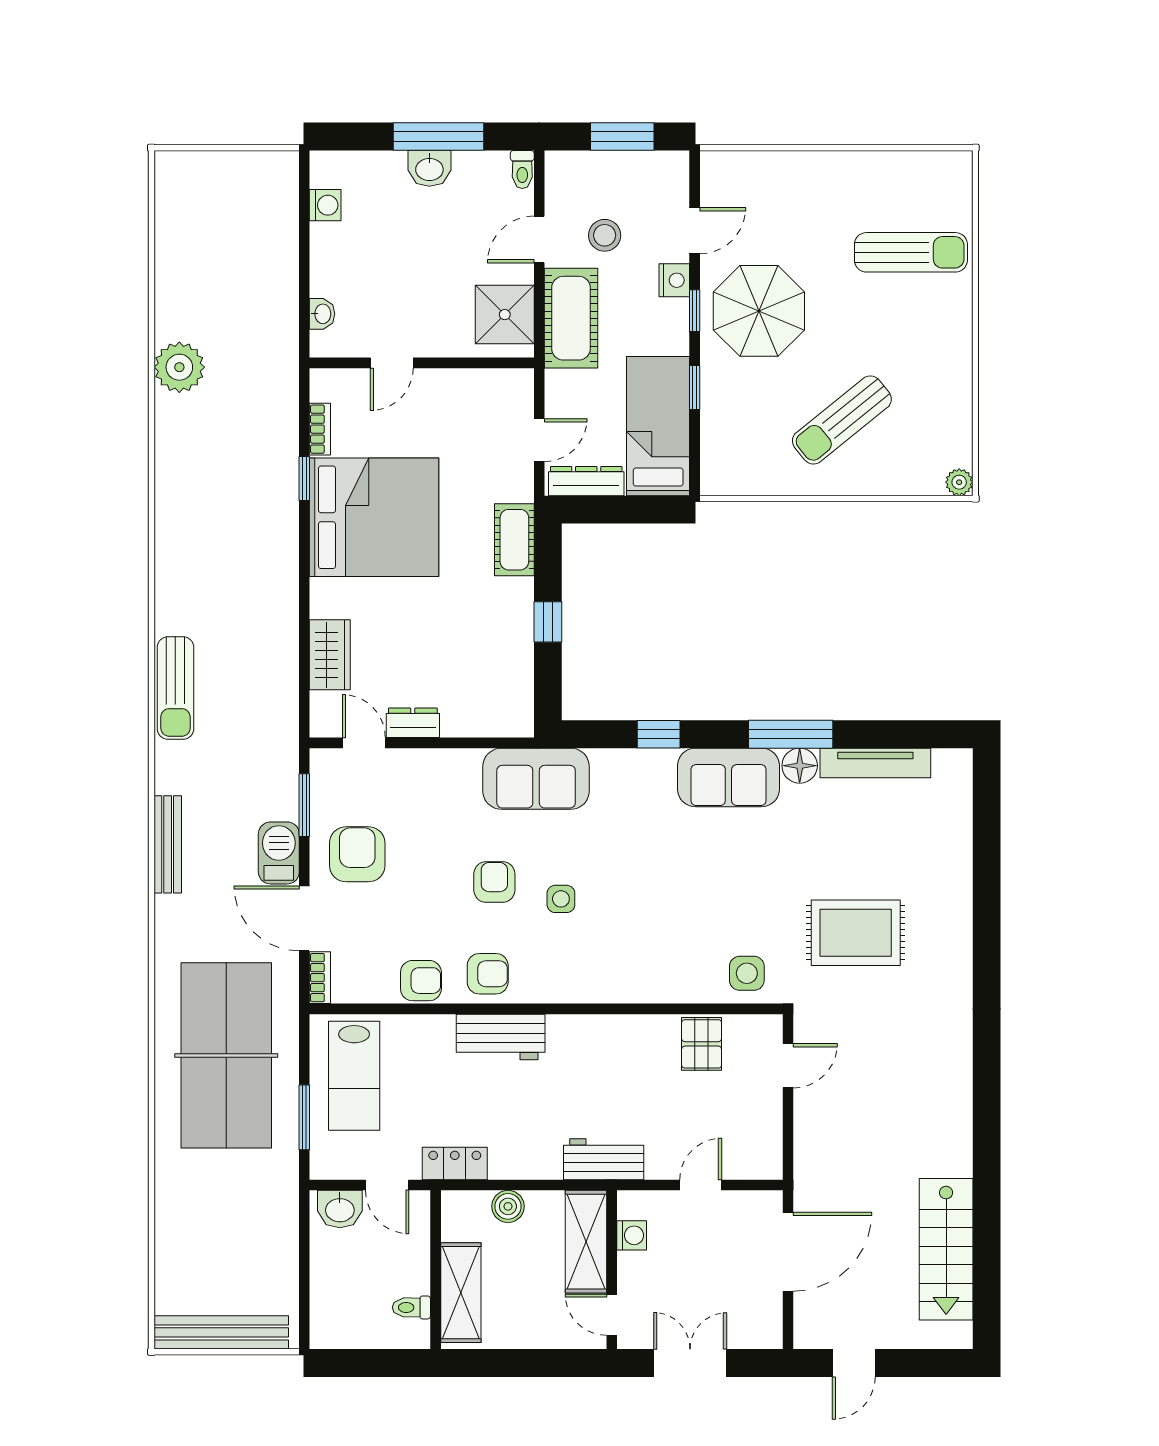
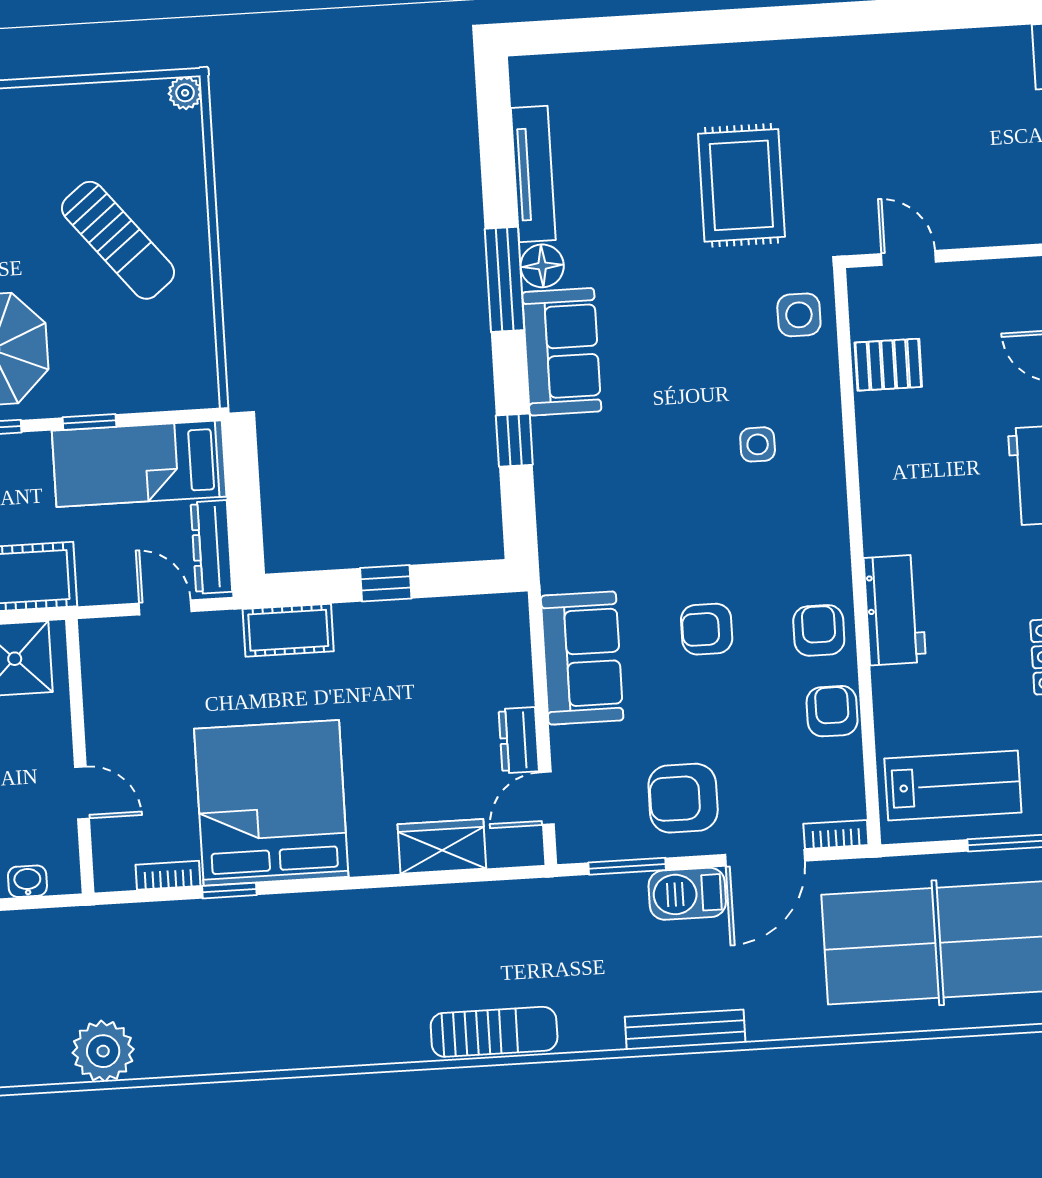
sofa: (536, 779) -> (582, 658), moved
side table: (561, 899) -> (758, 444), moved

